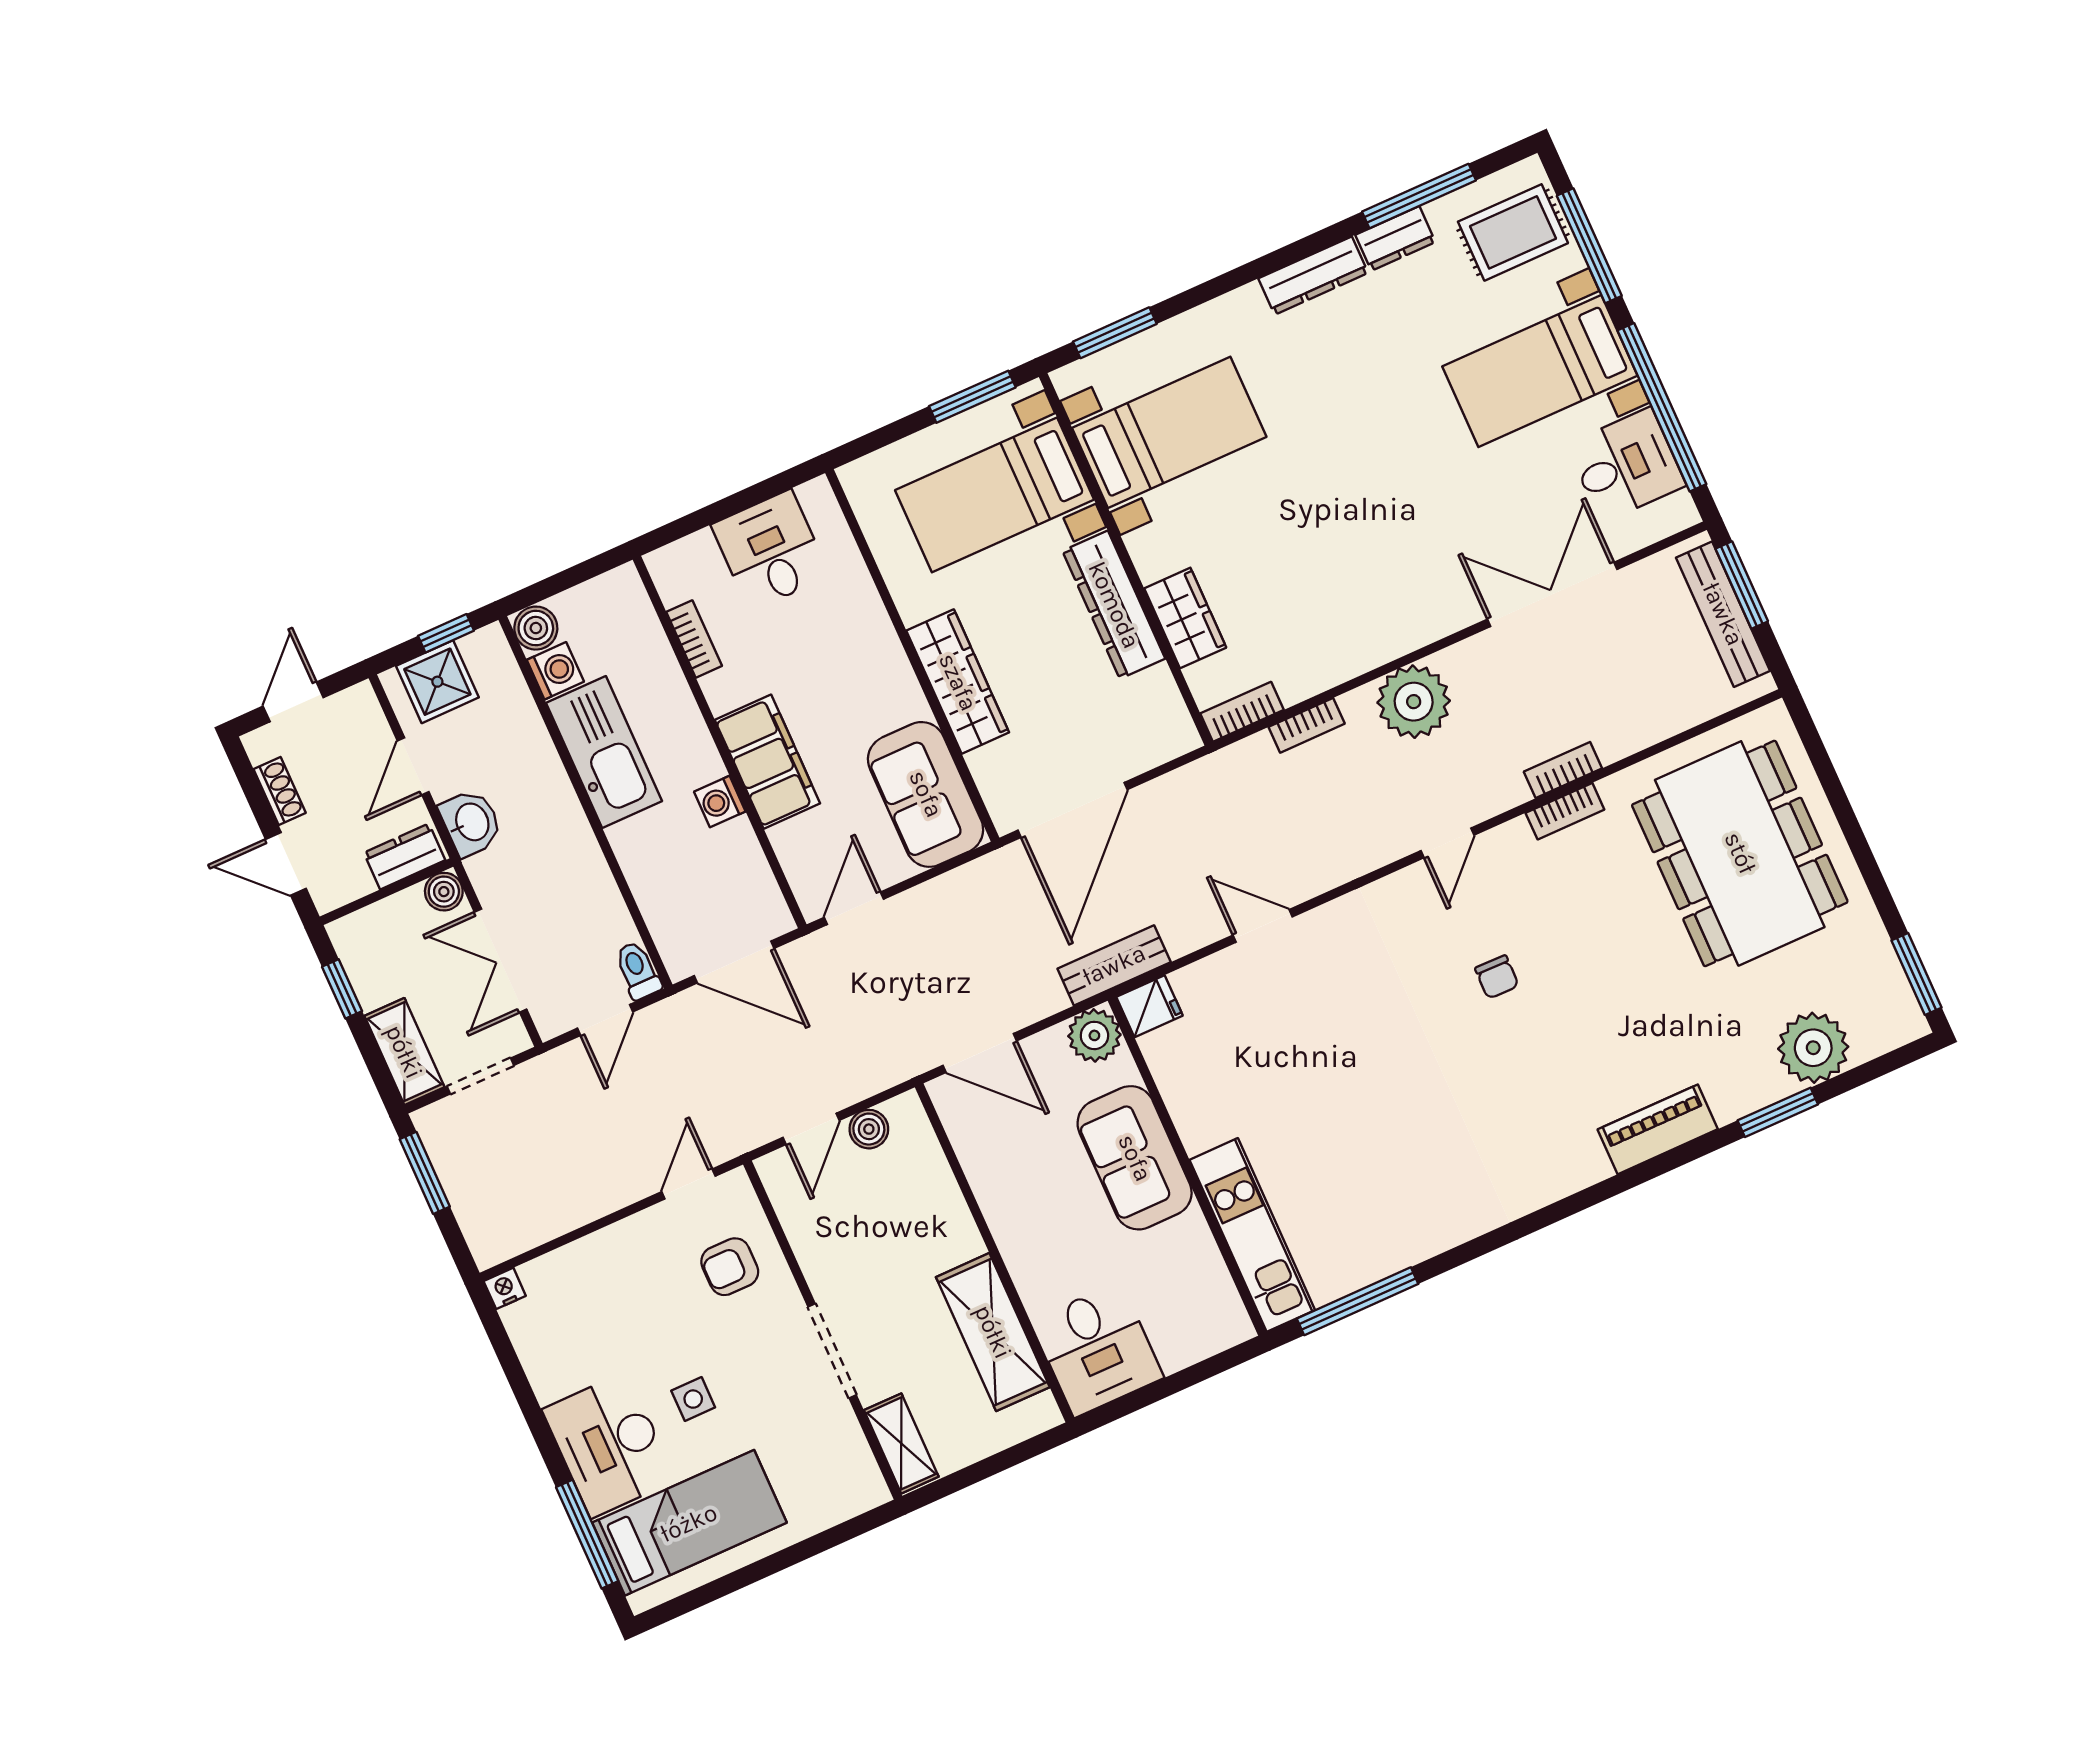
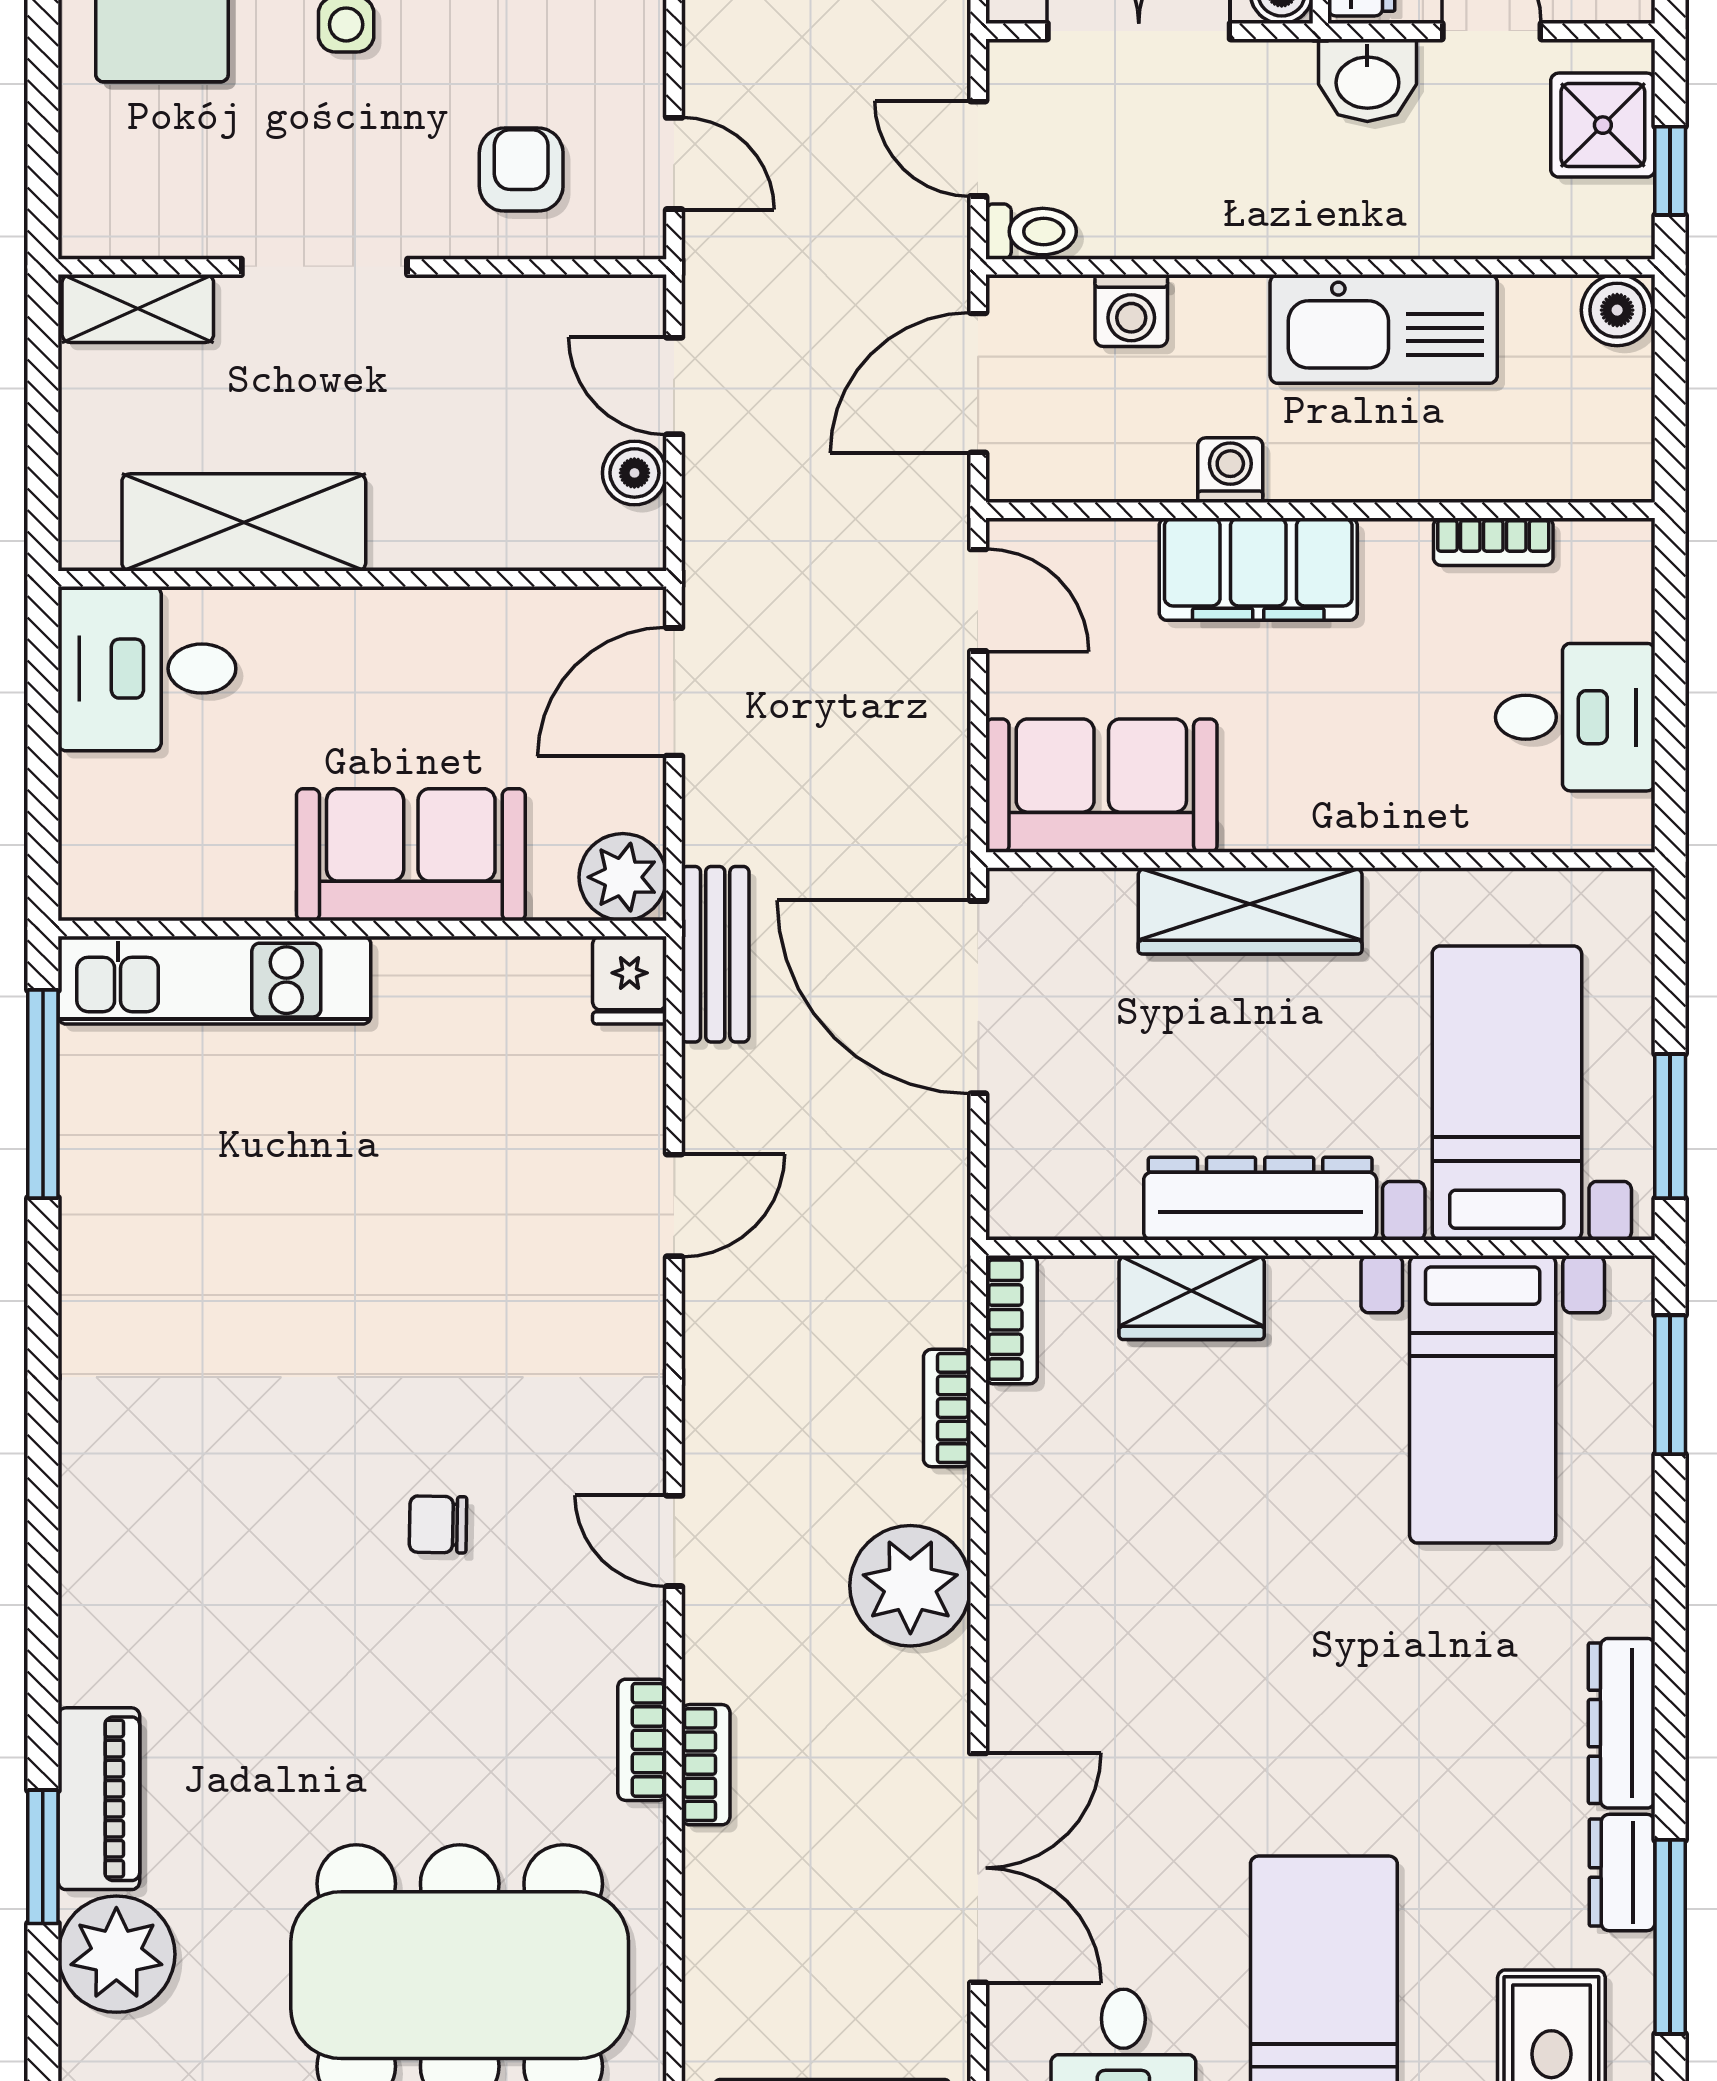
washing machine: (555, 671) -> (1131, 311), moved
piano: (1658, 1129) -> (99, 1799), moved

